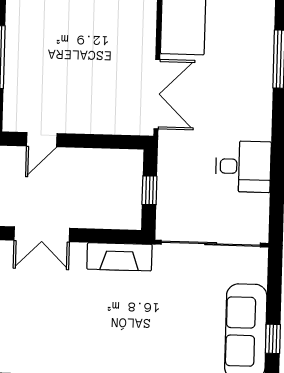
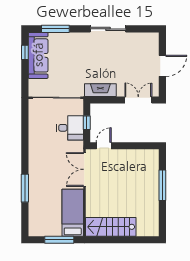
door: (42, 140) -> (104, 146), moved
desk: (243, 166) -> (70, 128), moved, turned 180

